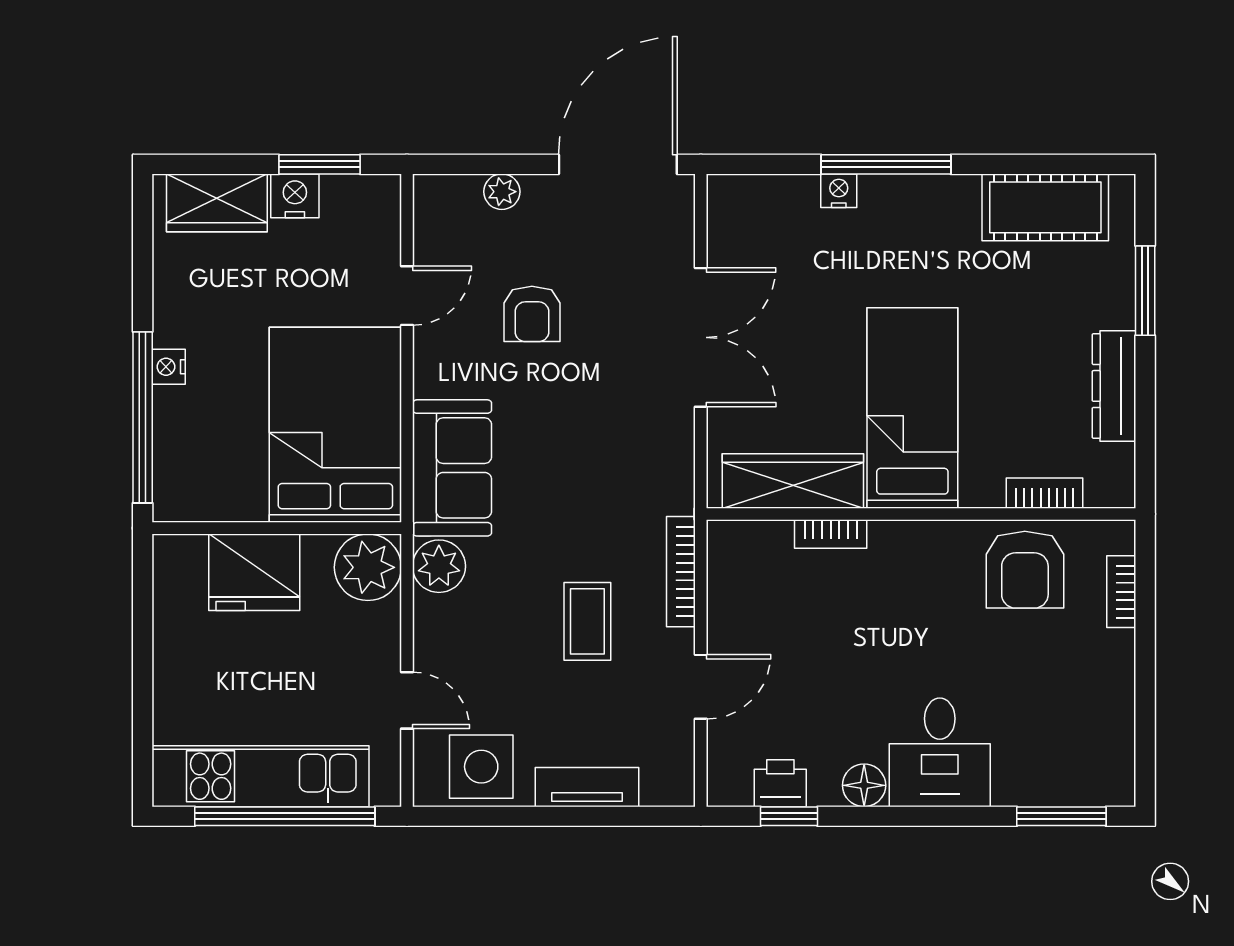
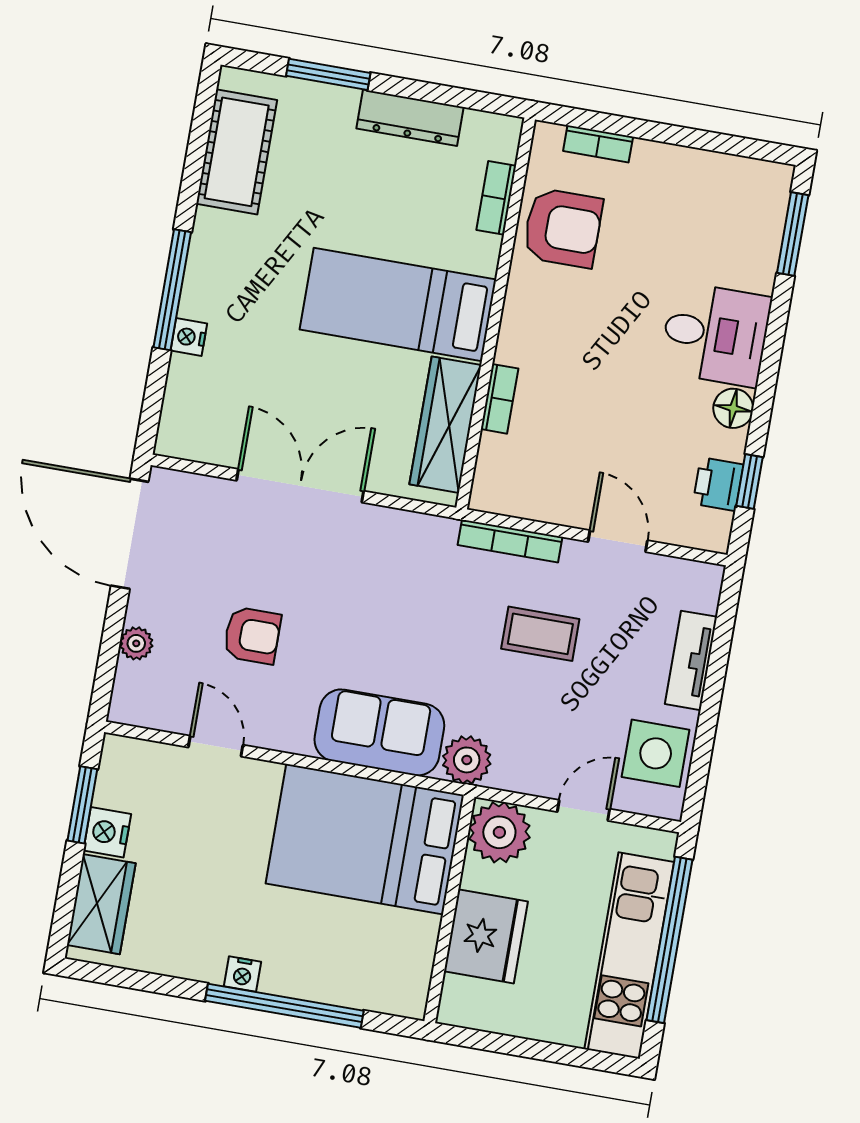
bed: (335, 425) -> (365, 839), moved
wall: (277, 528) -> (449, 909), moved
plant: (368, 567) -> (499, 832), moved
fridge: (254, 572) -> (486, 936), moved

